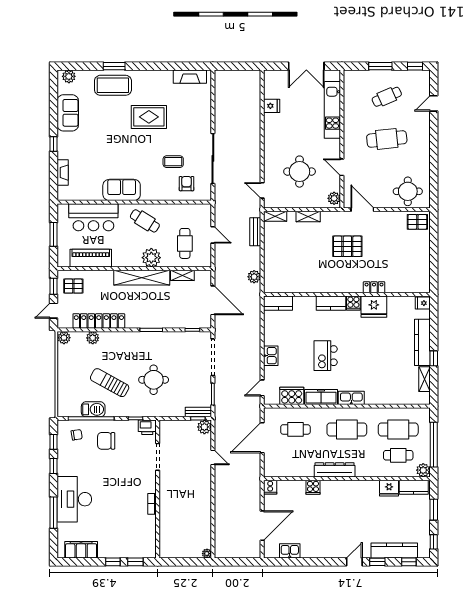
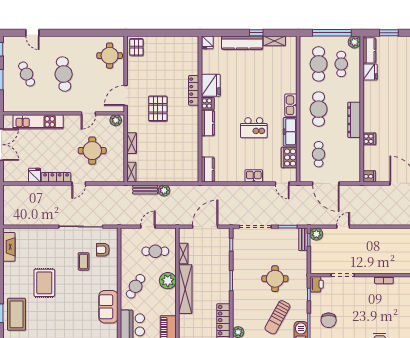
locker: (269, 130) -> (56, 177), added
door: (262, 190) -> (79, 183), moved
plant: (254, 277) -> (164, 190), moved
locker: (374, 287) -> (194, 90), width x1.53

